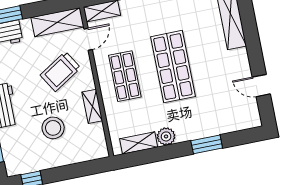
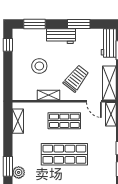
trolley: (60, 71) -> (76, 78), turned 70
plant: (166, 136) -> (19, 172), moved

